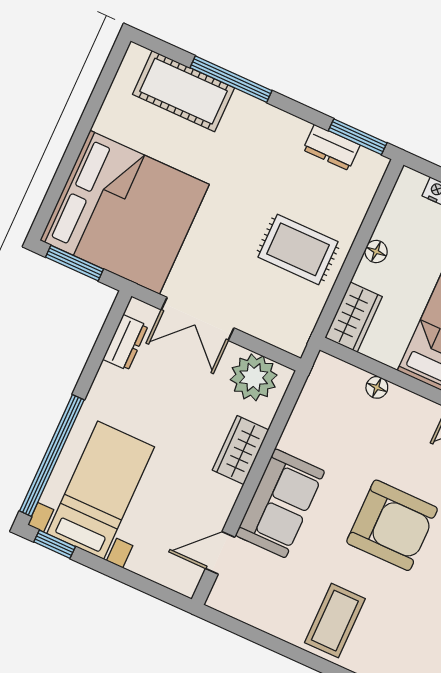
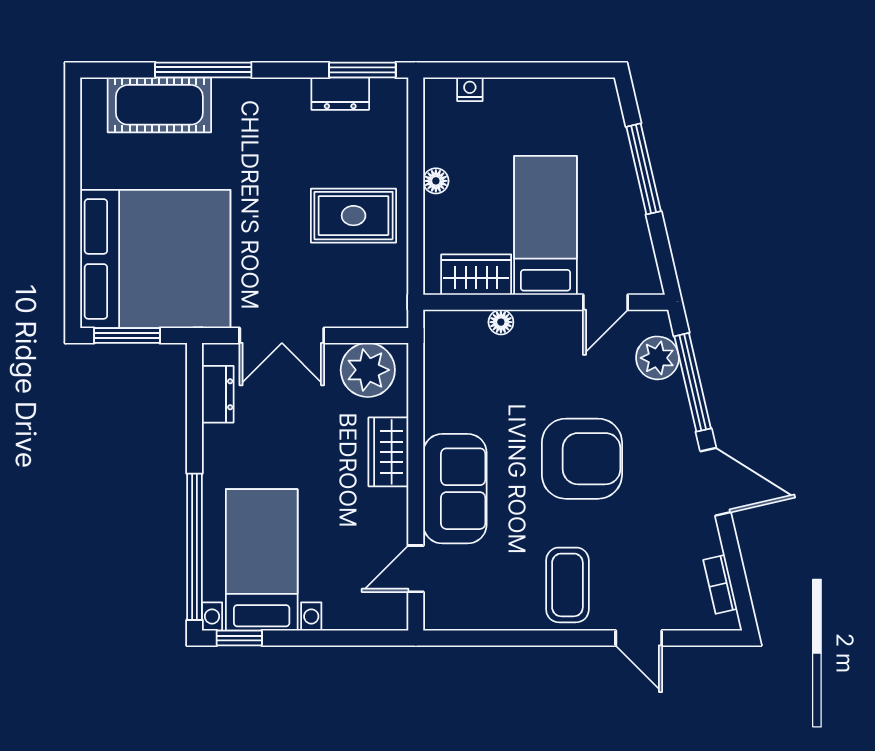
wardrobe: (354, 317) -> (476, 275), moved, turned -90

